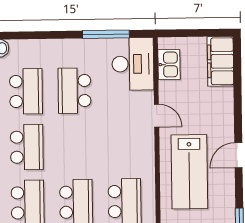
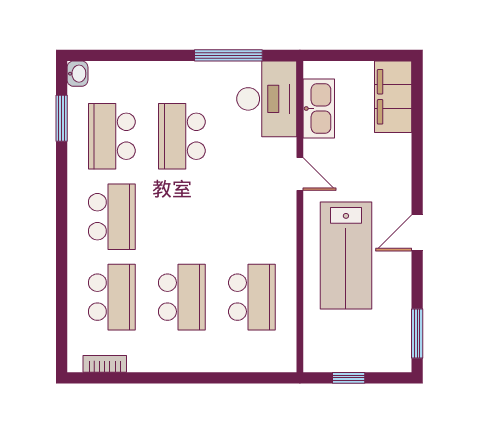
kitchen sink: (169, 64) -> (319, 108), width x1.38
school desk: (26, 91) -> (112, 136), turned 180

